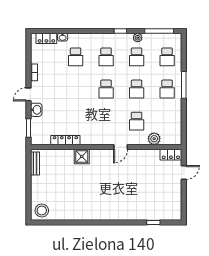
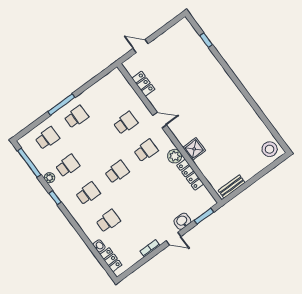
school desk: (137, 89) -> (146, 151), moved
plant: (154, 139) -> (175, 156), moved
locker: (171, 155) -> (143, 84), moved

